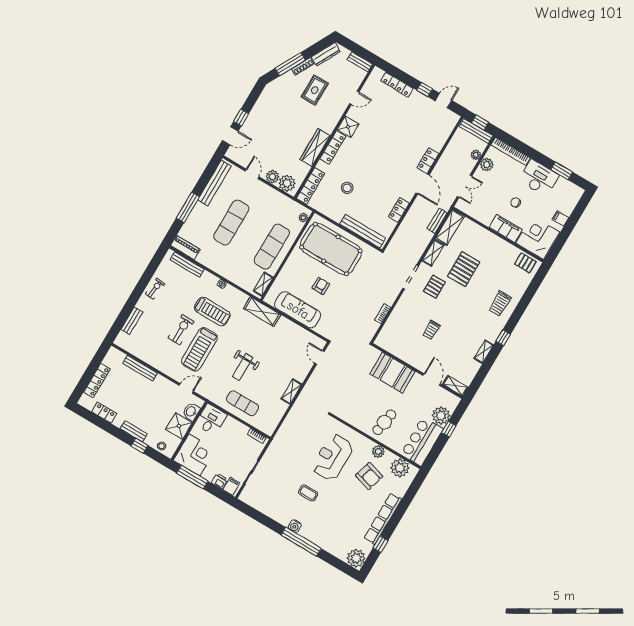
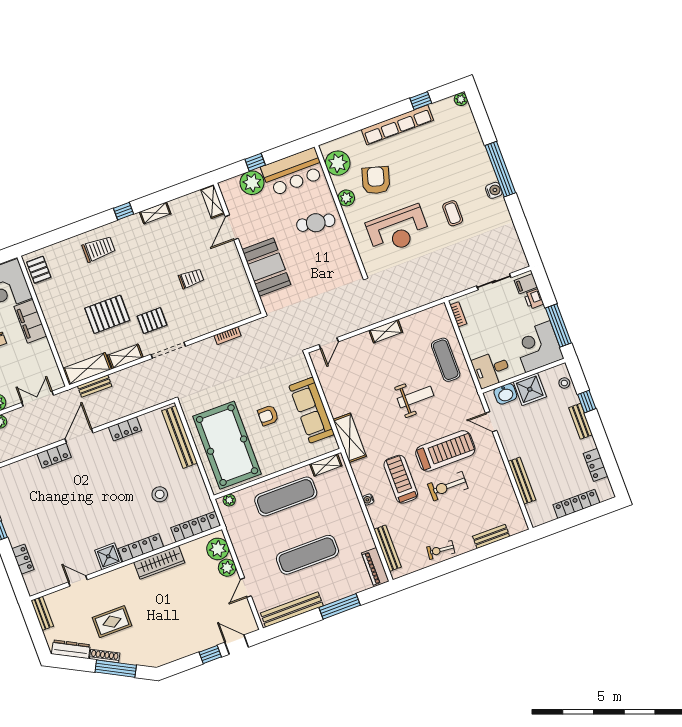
locker: (397, 85) -> (23, 559), width x0.66
plant: (356, 558) -> (461, 99), width x0.53, depth x0.53

